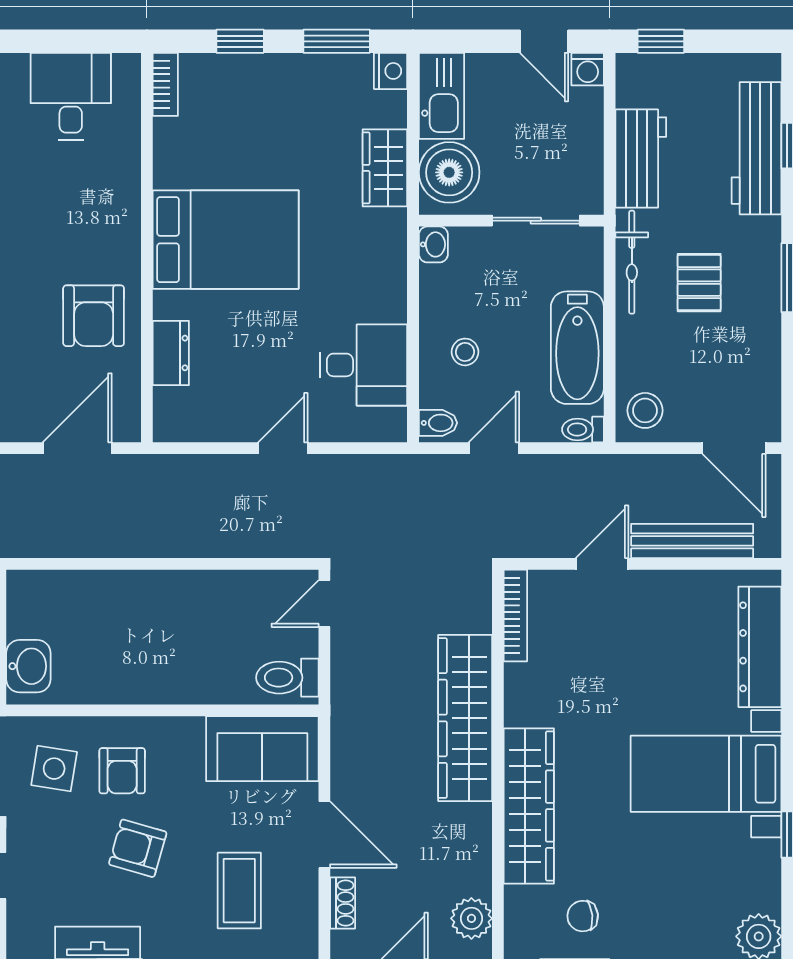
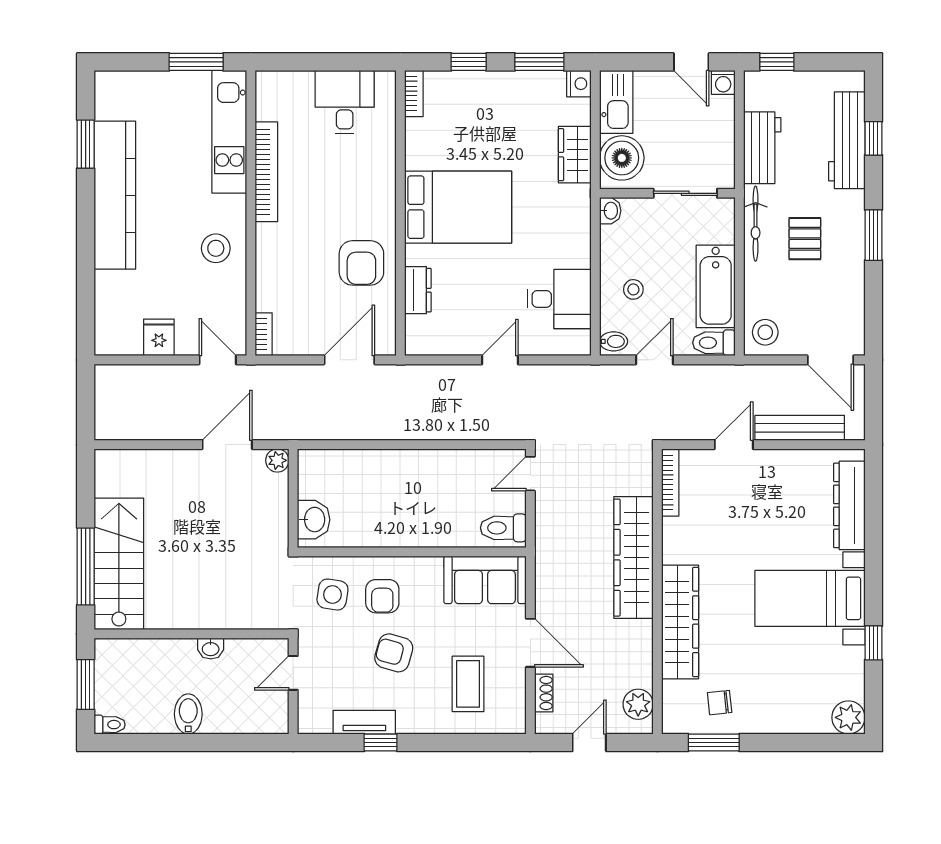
toilet: (583, 429) -> (714, 343), width x1.37, depth x1.39

